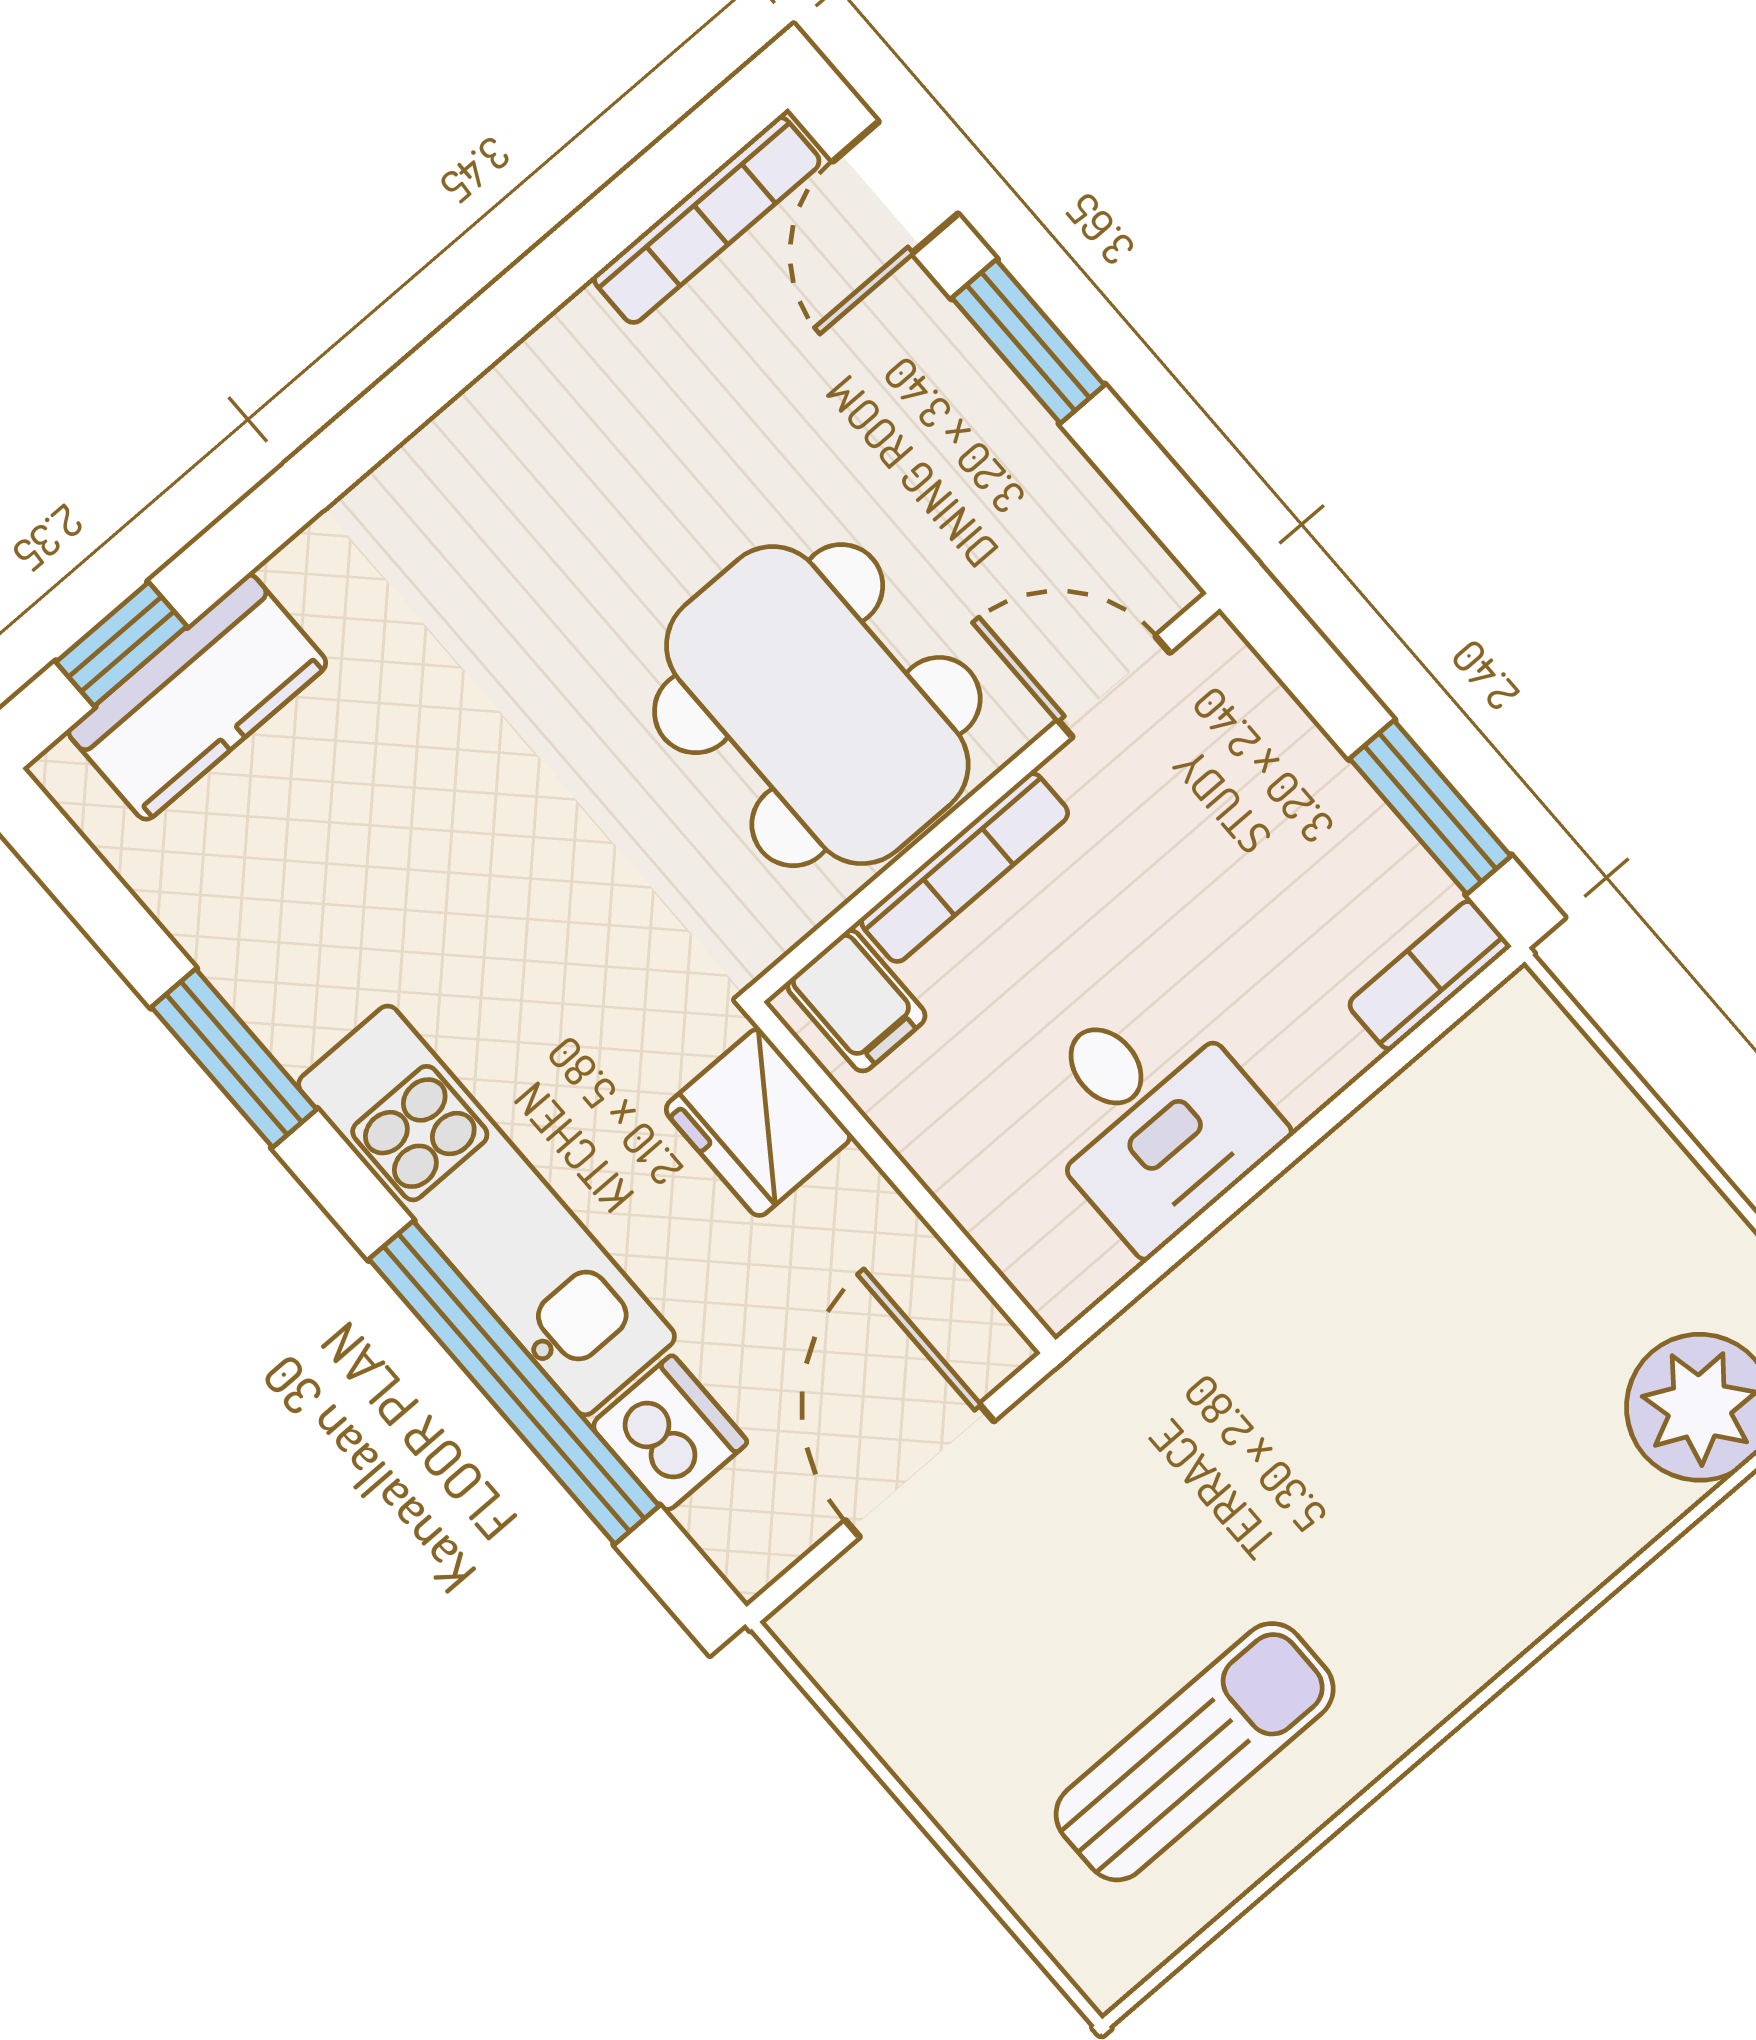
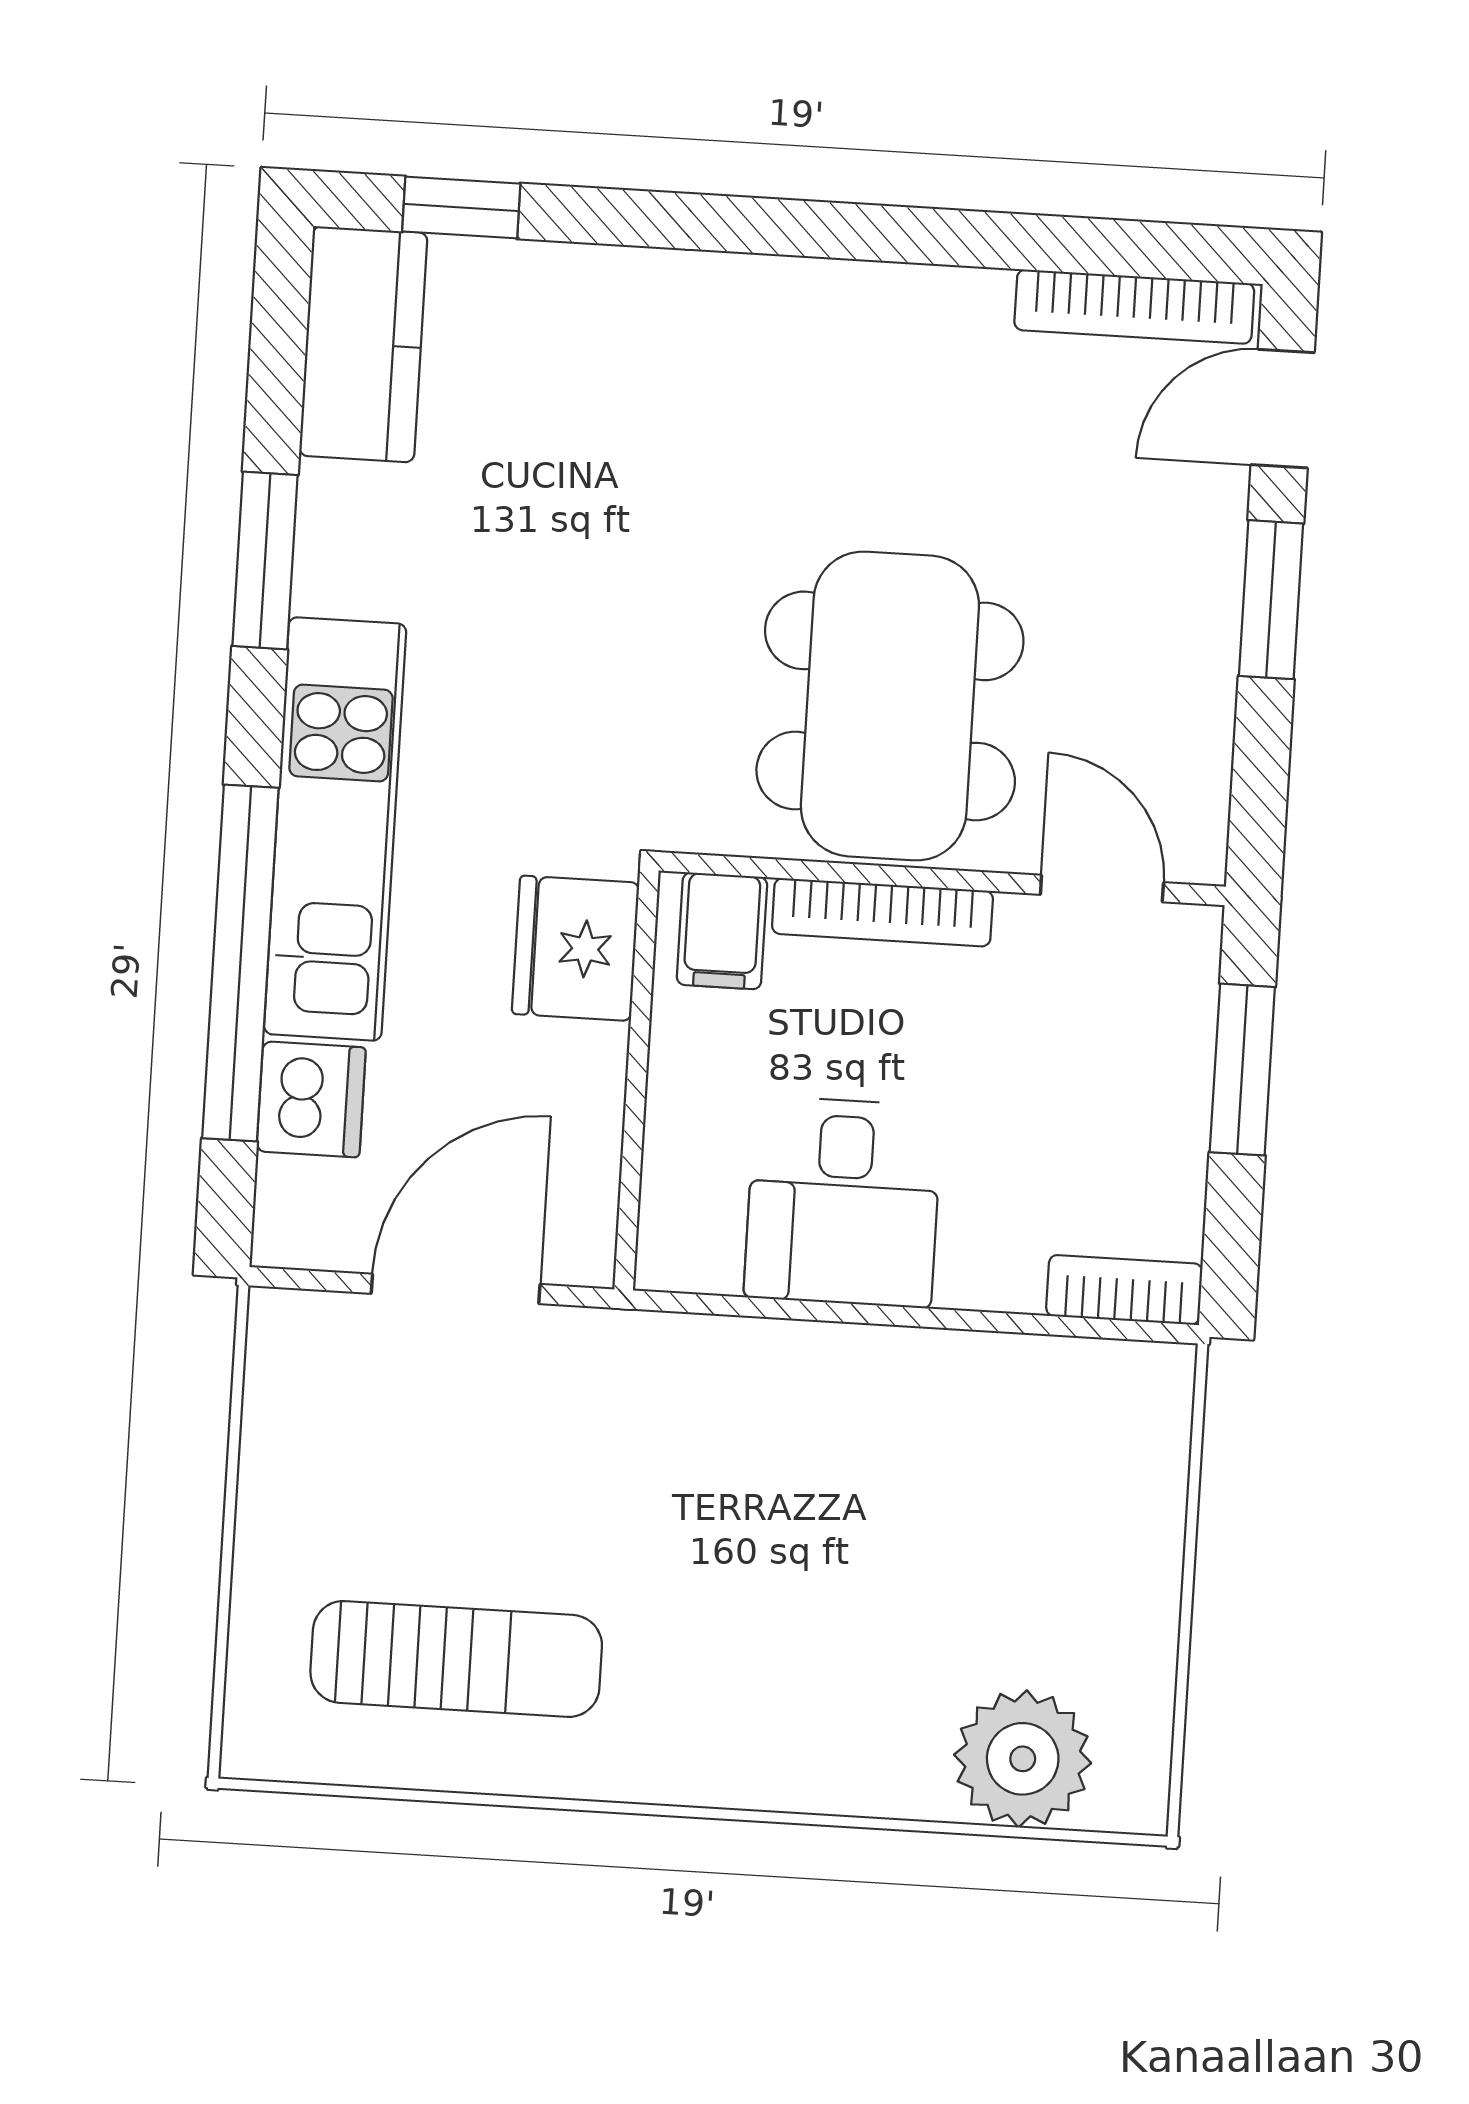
kitchen counter: (198, 698) -> (363, 344), moved, turned -90
window: (1430, 807) -> (1242, 1070), moved

